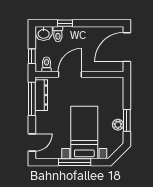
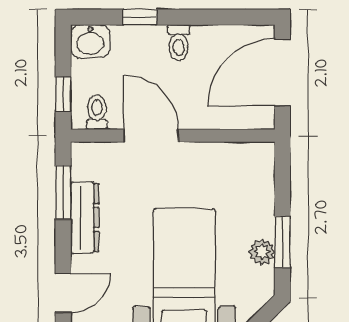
toilet: (58, 34) -> (179, 43), moved
door: (70, 74) -> (151, 136), hinge flipped
dresser: (41, 95) -> (85, 218), moved
window: (32, 99) -> (63, 192), width x0.69

